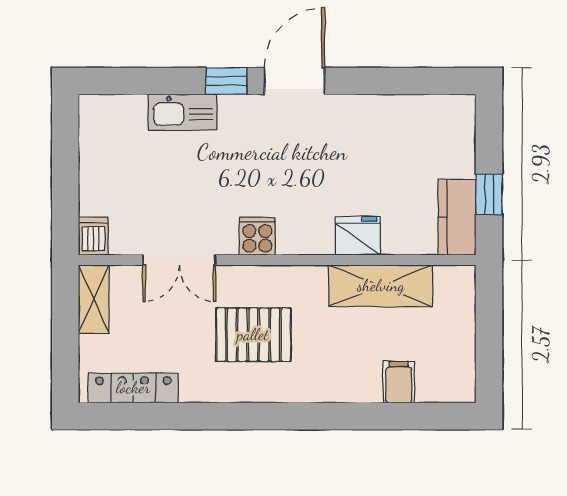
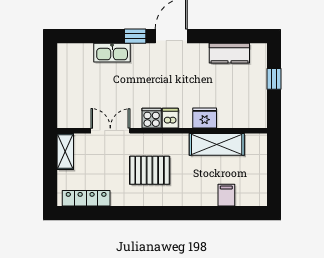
window: (489, 194) -> (274, 79), moved
kitchen counter: (457, 217) -> (229, 53), moved, turned -90
dishwasher: (93, 236) -> (170, 118), moved
double door: (179, 260) -> (110, 131), swing flipped

